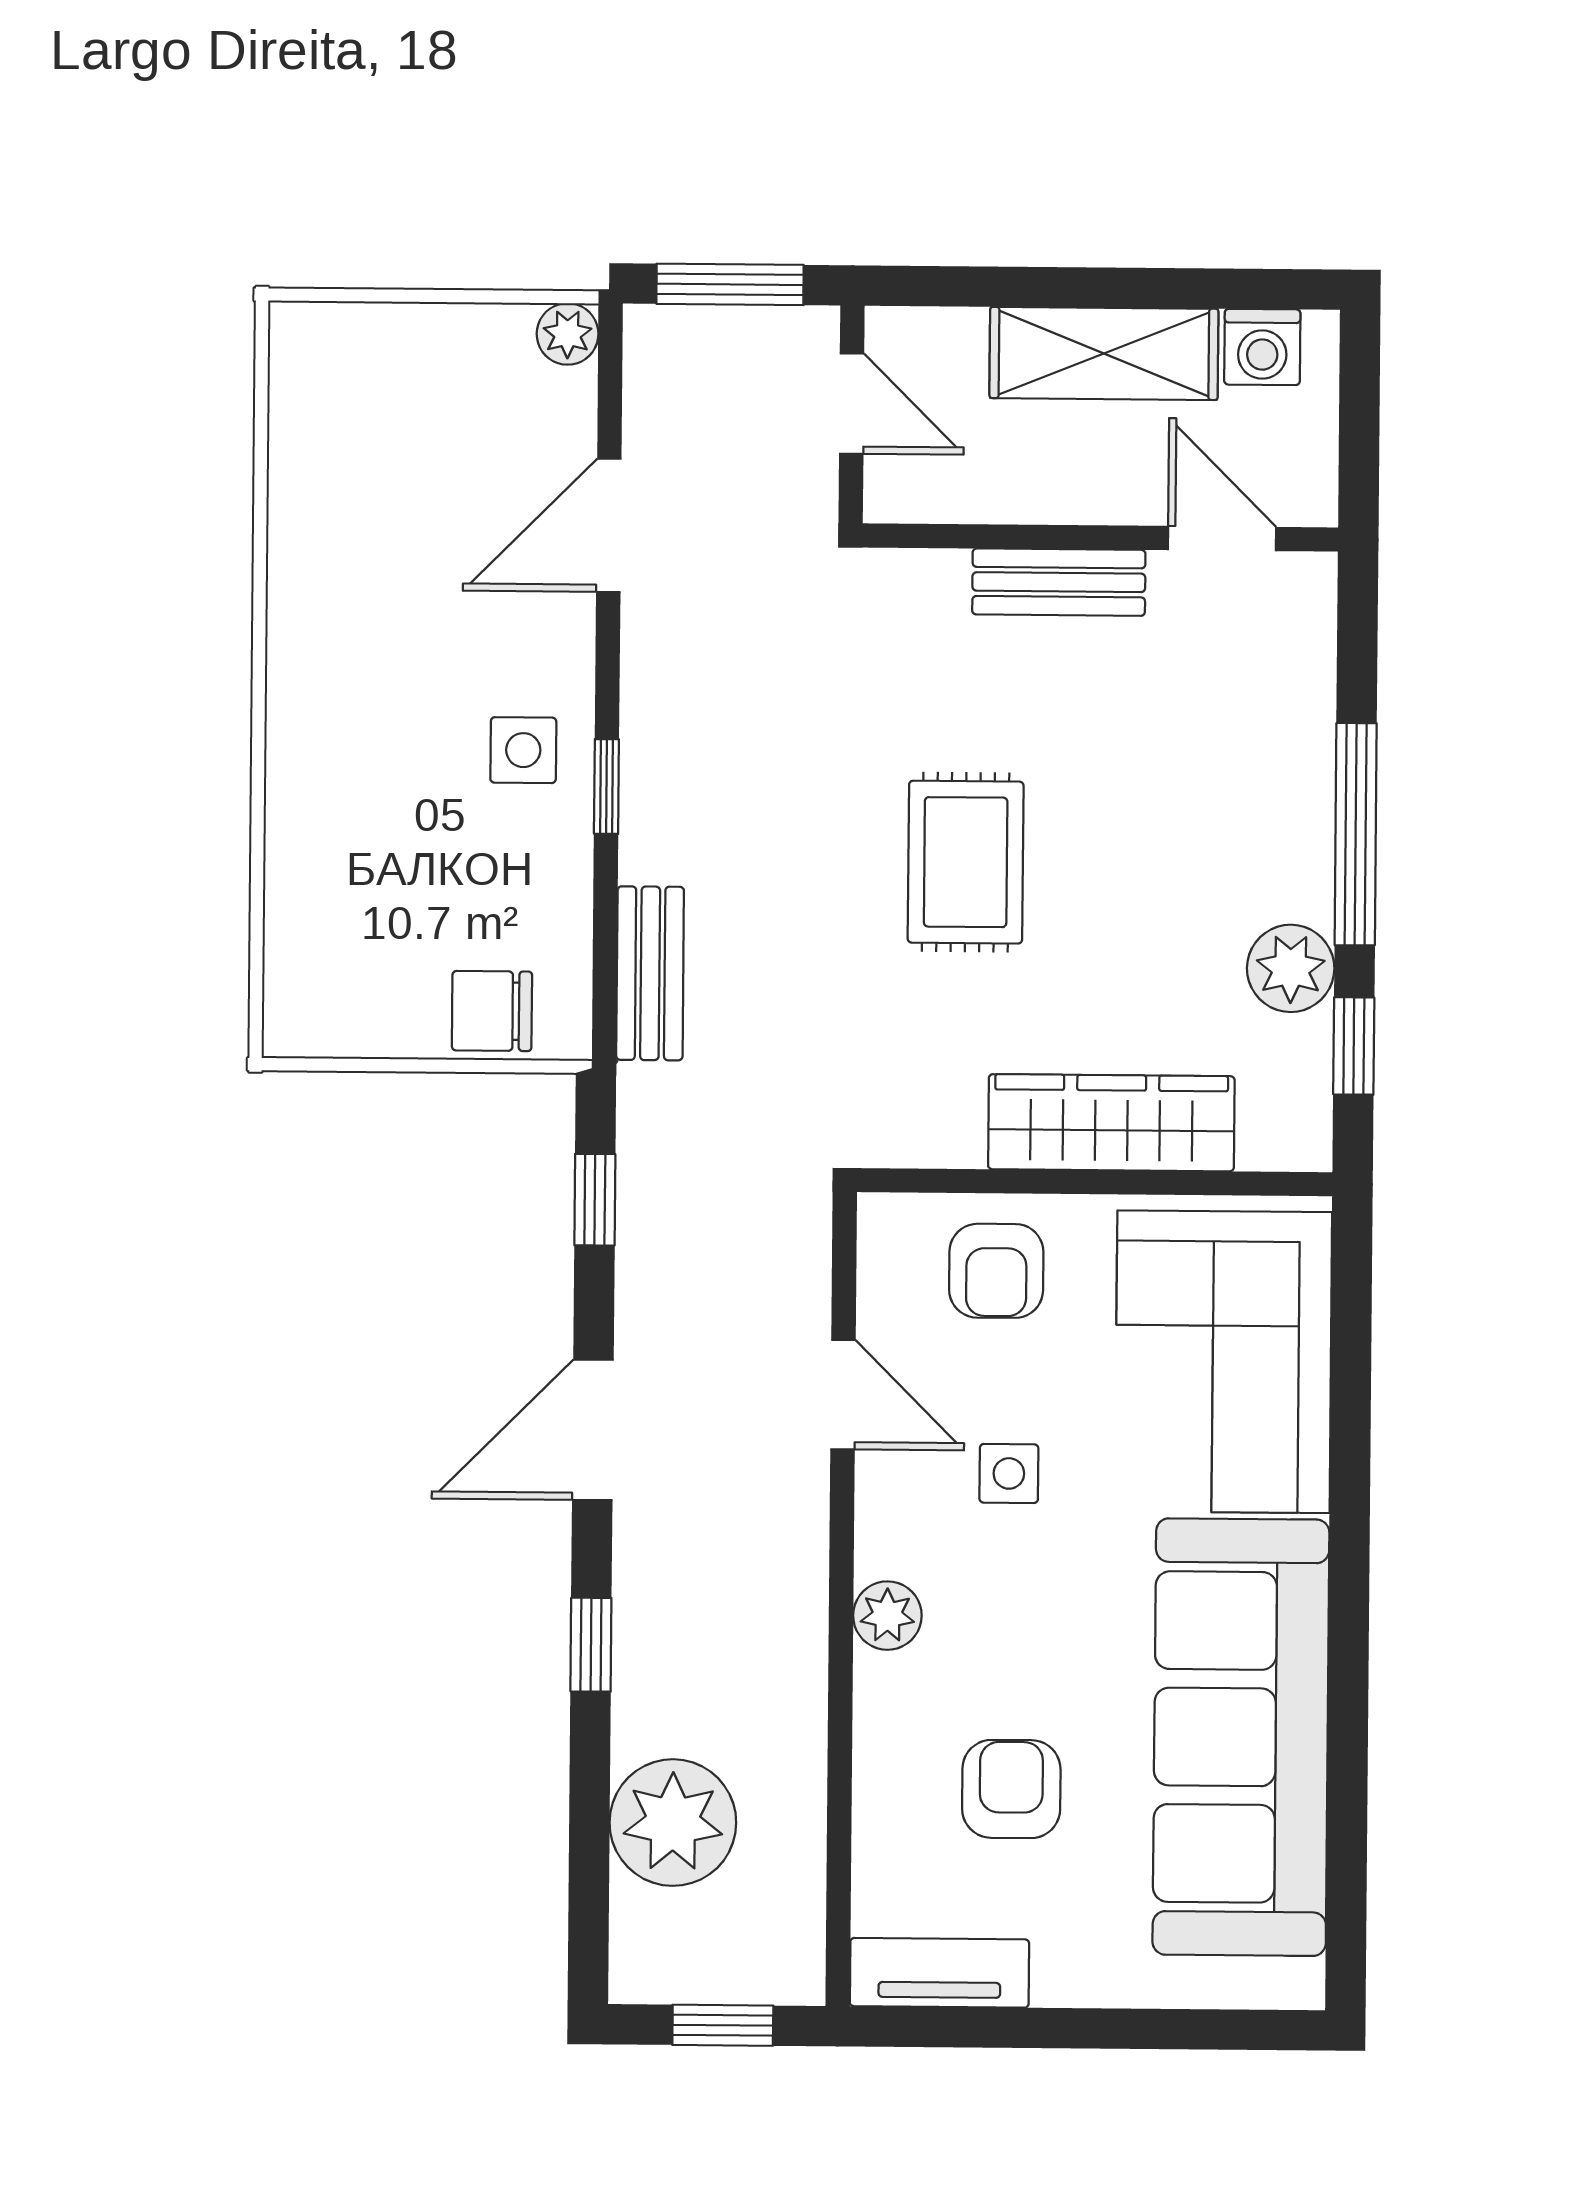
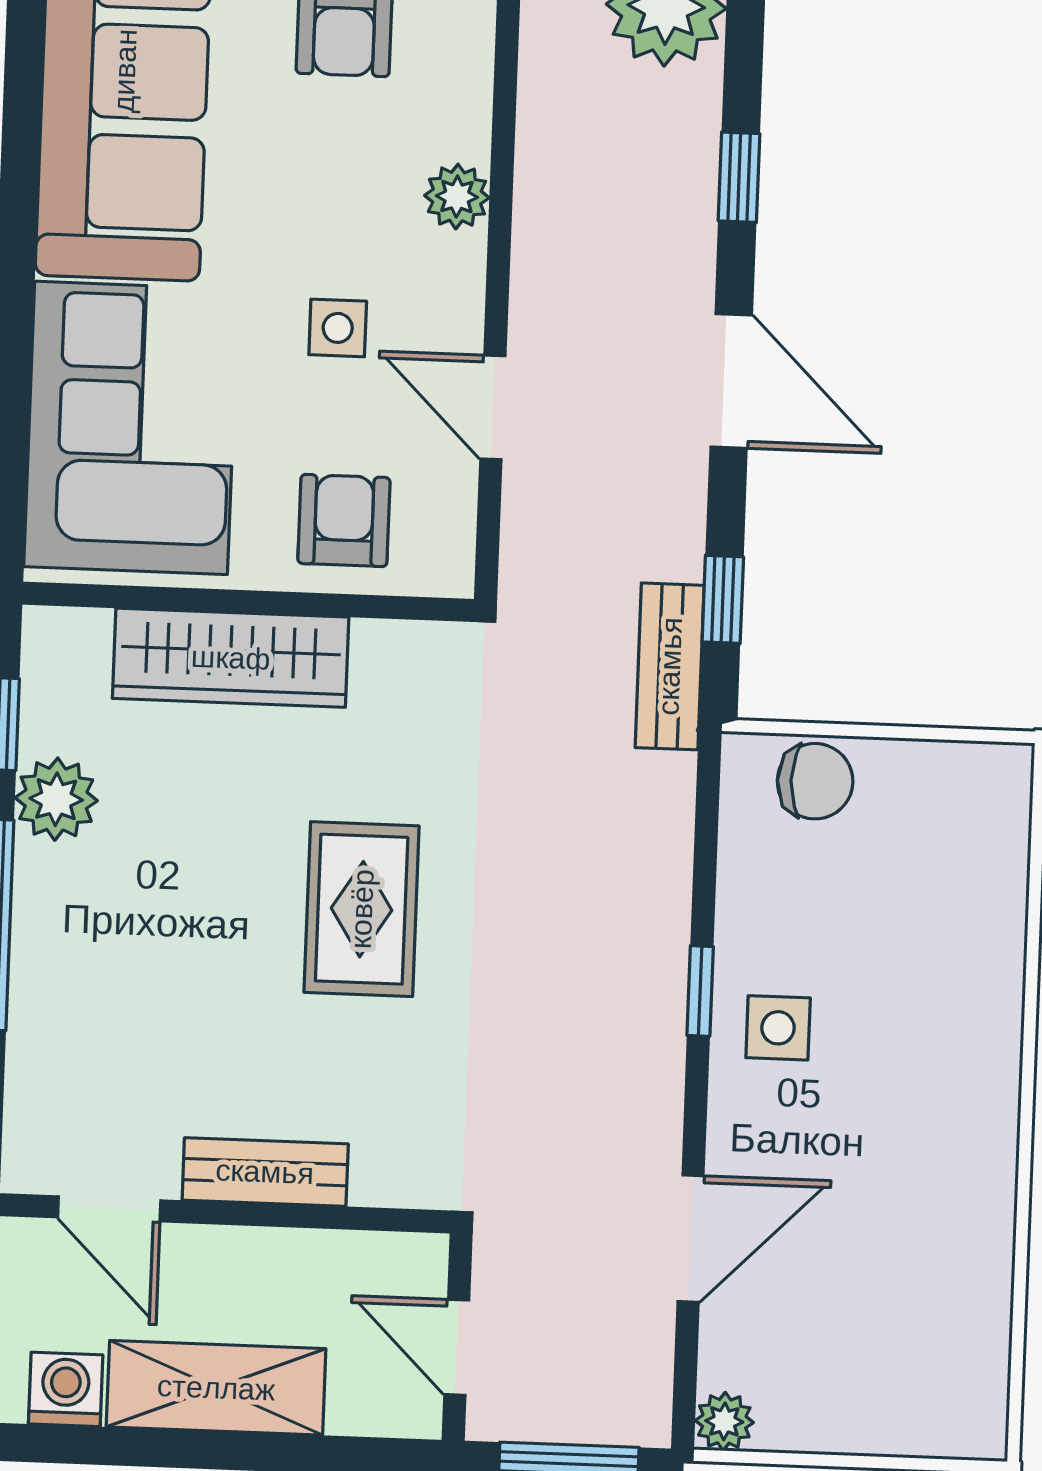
bench: (650, 973) -> (670, 666), moved
door: (593, 1430) -> (731, 381), hinge flipped

